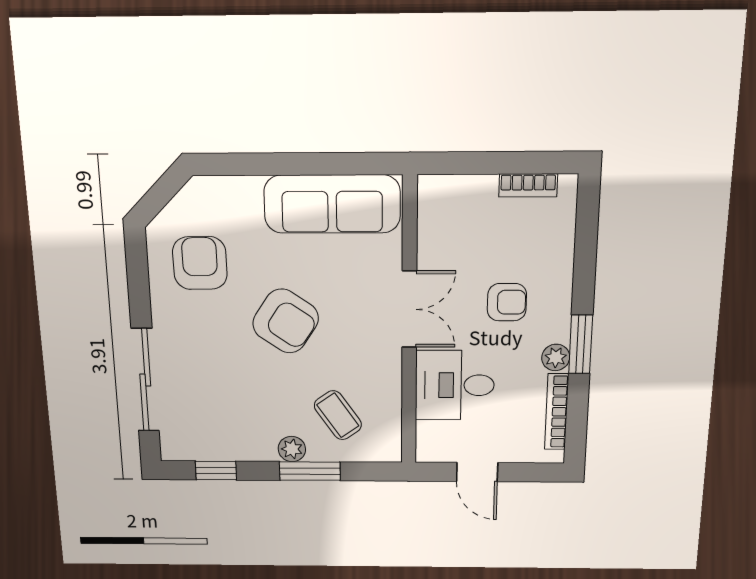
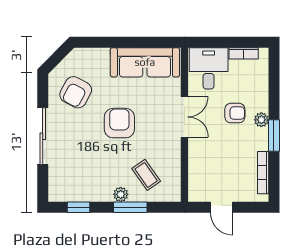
armchair: (200, 263) -> (76, 92), turned -151
armchair: (286, 321) -> (119, 123), turned -124
plant: (556, 357) -> (261, 120), moved
sliding door: (145, 380) -> (43, 136), moved
desk: (455, 385) -> (209, 68), moved, turned 90

